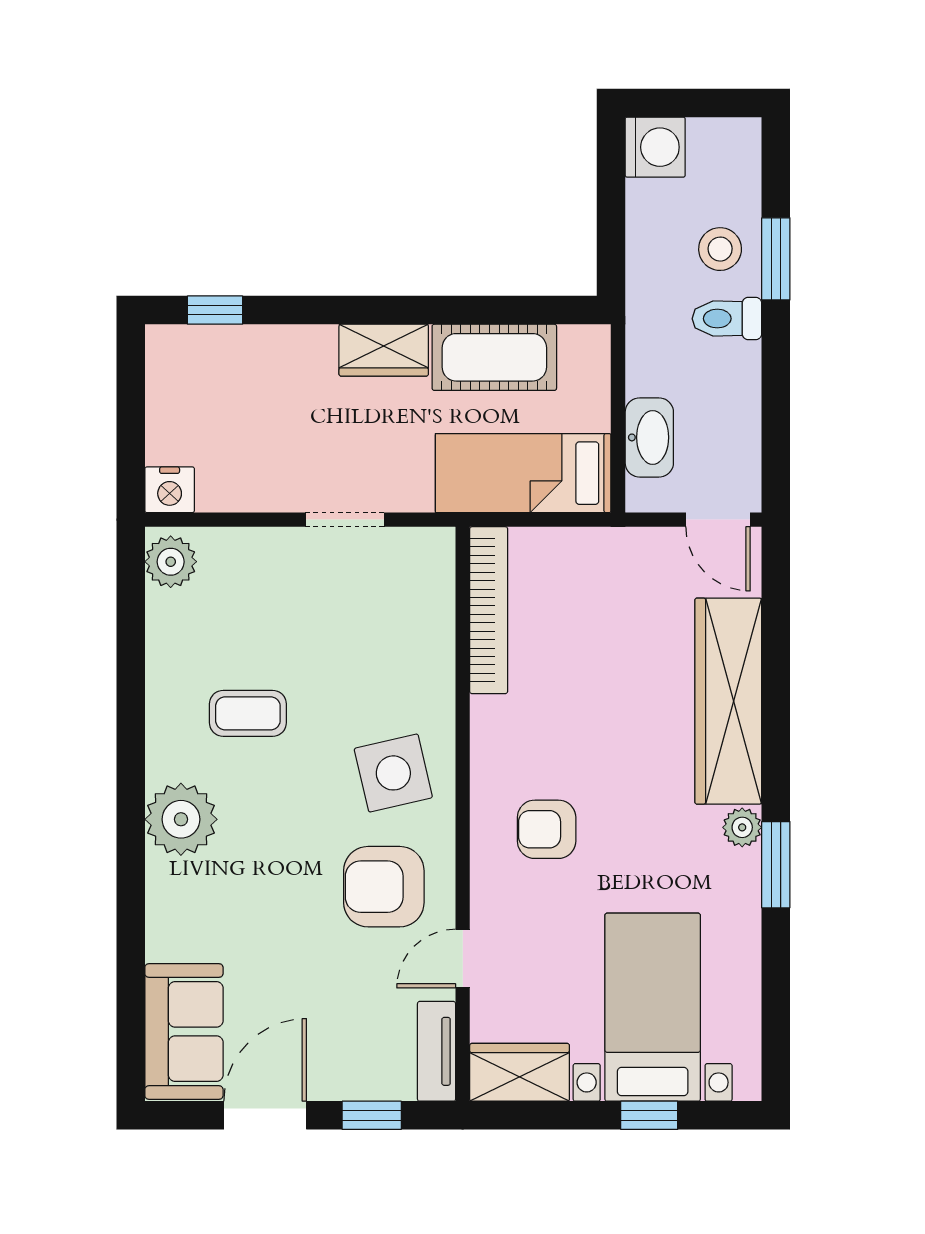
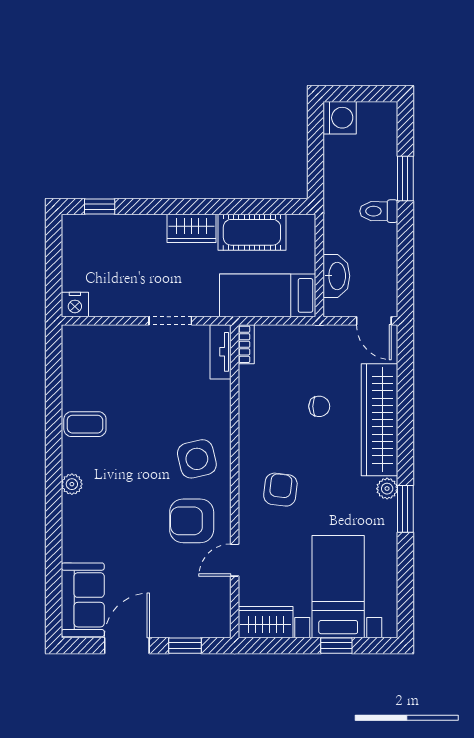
stool: (720, 249) -> (375, 173), removed
plant: (171, 562) -> (75, 344), removed
bookcase: (489, 610) -> (246, 344), width x0.43, depth x0.76
chair: (618, 677) -> (319, 406), added
coffee table: (248, 713) -> (85, 424), moved
plant: (181, 819) -> (72, 484), width x0.53, depth x0.53
armchair: (547, 829) -> (280, 490), turned 97
tv unit: (437, 1051) -> (220, 352), moved

